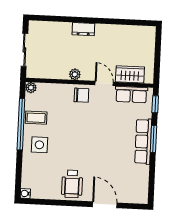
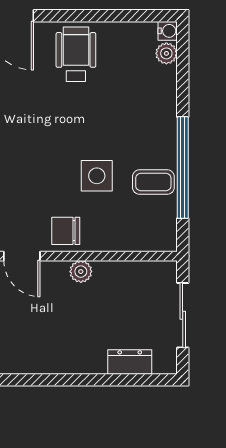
dresser: (83, 29) -> (130, 362), moved
plant: (31, 88) -> (166, 53), moved
side table: (39, 145) -> (97, 176), moved

